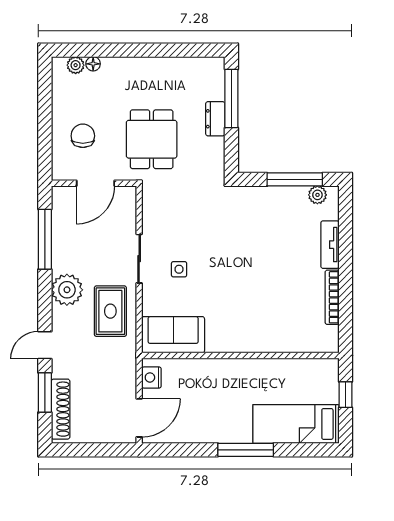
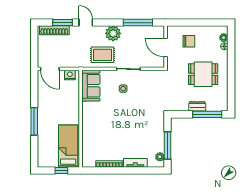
dining table: (152, 139) -> (203, 74), moved
bed: (296, 424) -> (68, 146), moved

